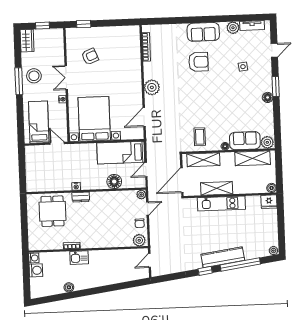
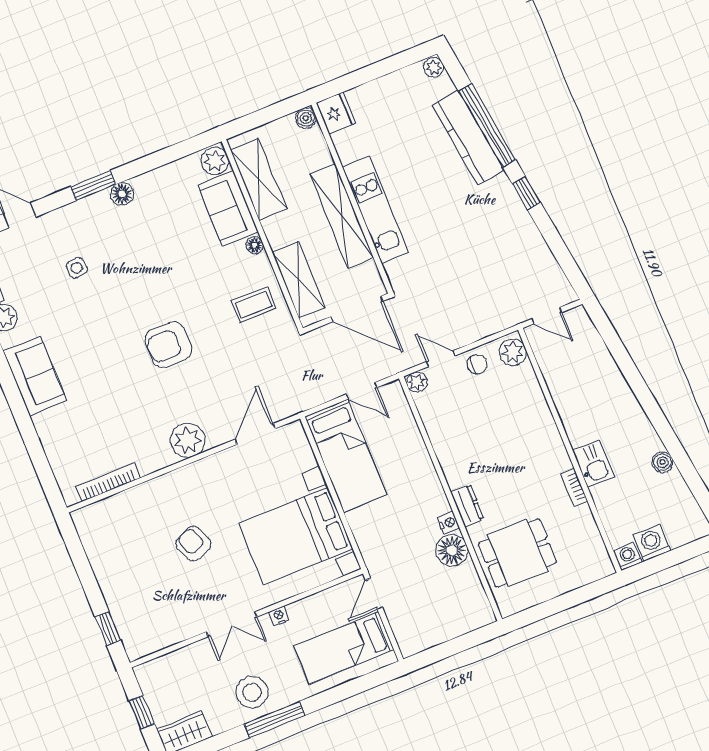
armchair: (90, 56) -> (193, 544), moved
armchair: (198, 62) -> (168, 345), moved, turned -90
door: (144, 117) -> (255, 434), swing flipped
floor lamp: (114, 182) -> (452, 550), moved
shelving: (217, 188) -> (342, 216), width x1.47
kitchen counter: (223, 257) -> (468, 138), moved

